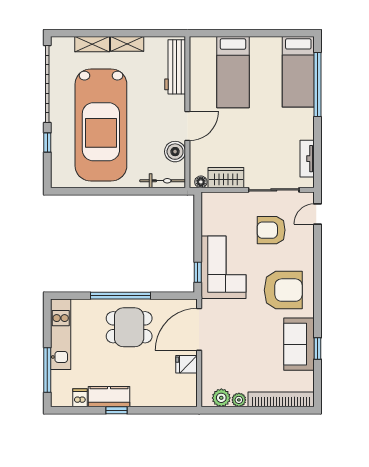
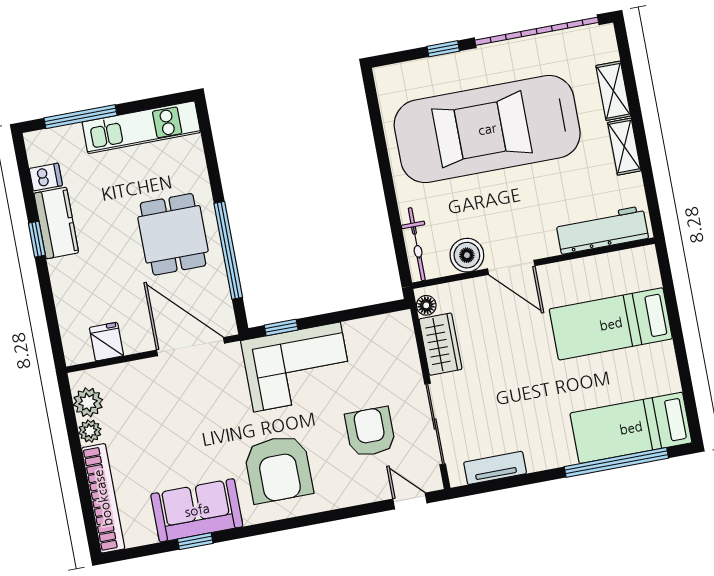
window: (120, 296) -> (228, 250), moved
fridge: (187, 364) -> (106, 342), moved

